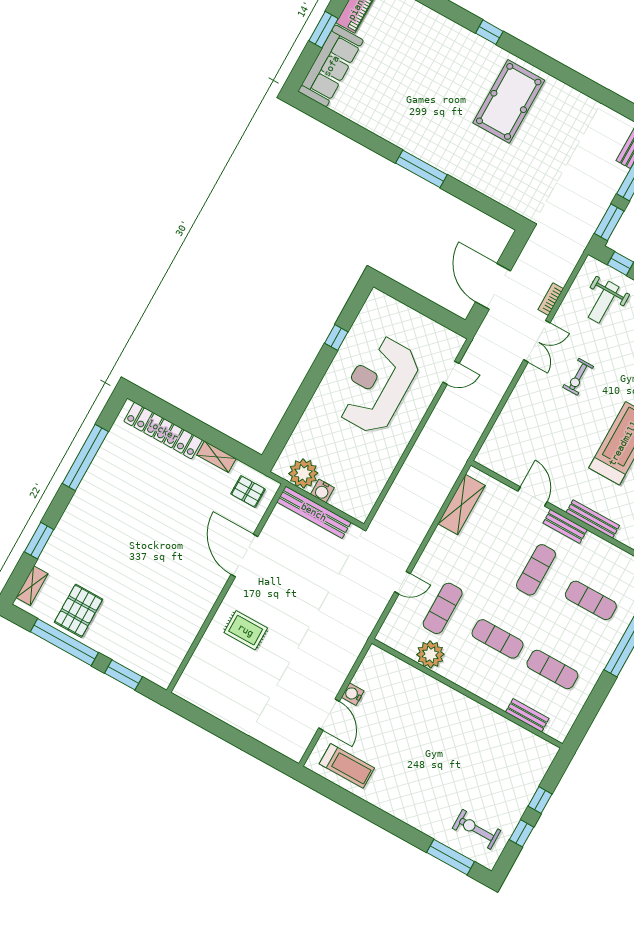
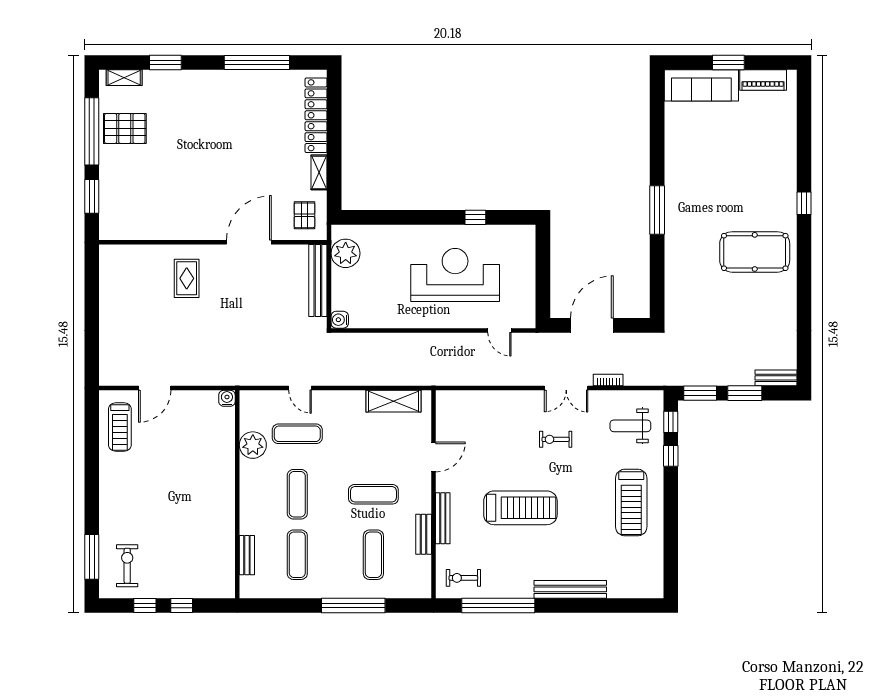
water cooler: (322, 491) -> (340, 320), moved
bench: (565, 526) -> (424, 534), moved
water cooler: (353, 694) -> (227, 398), moved

